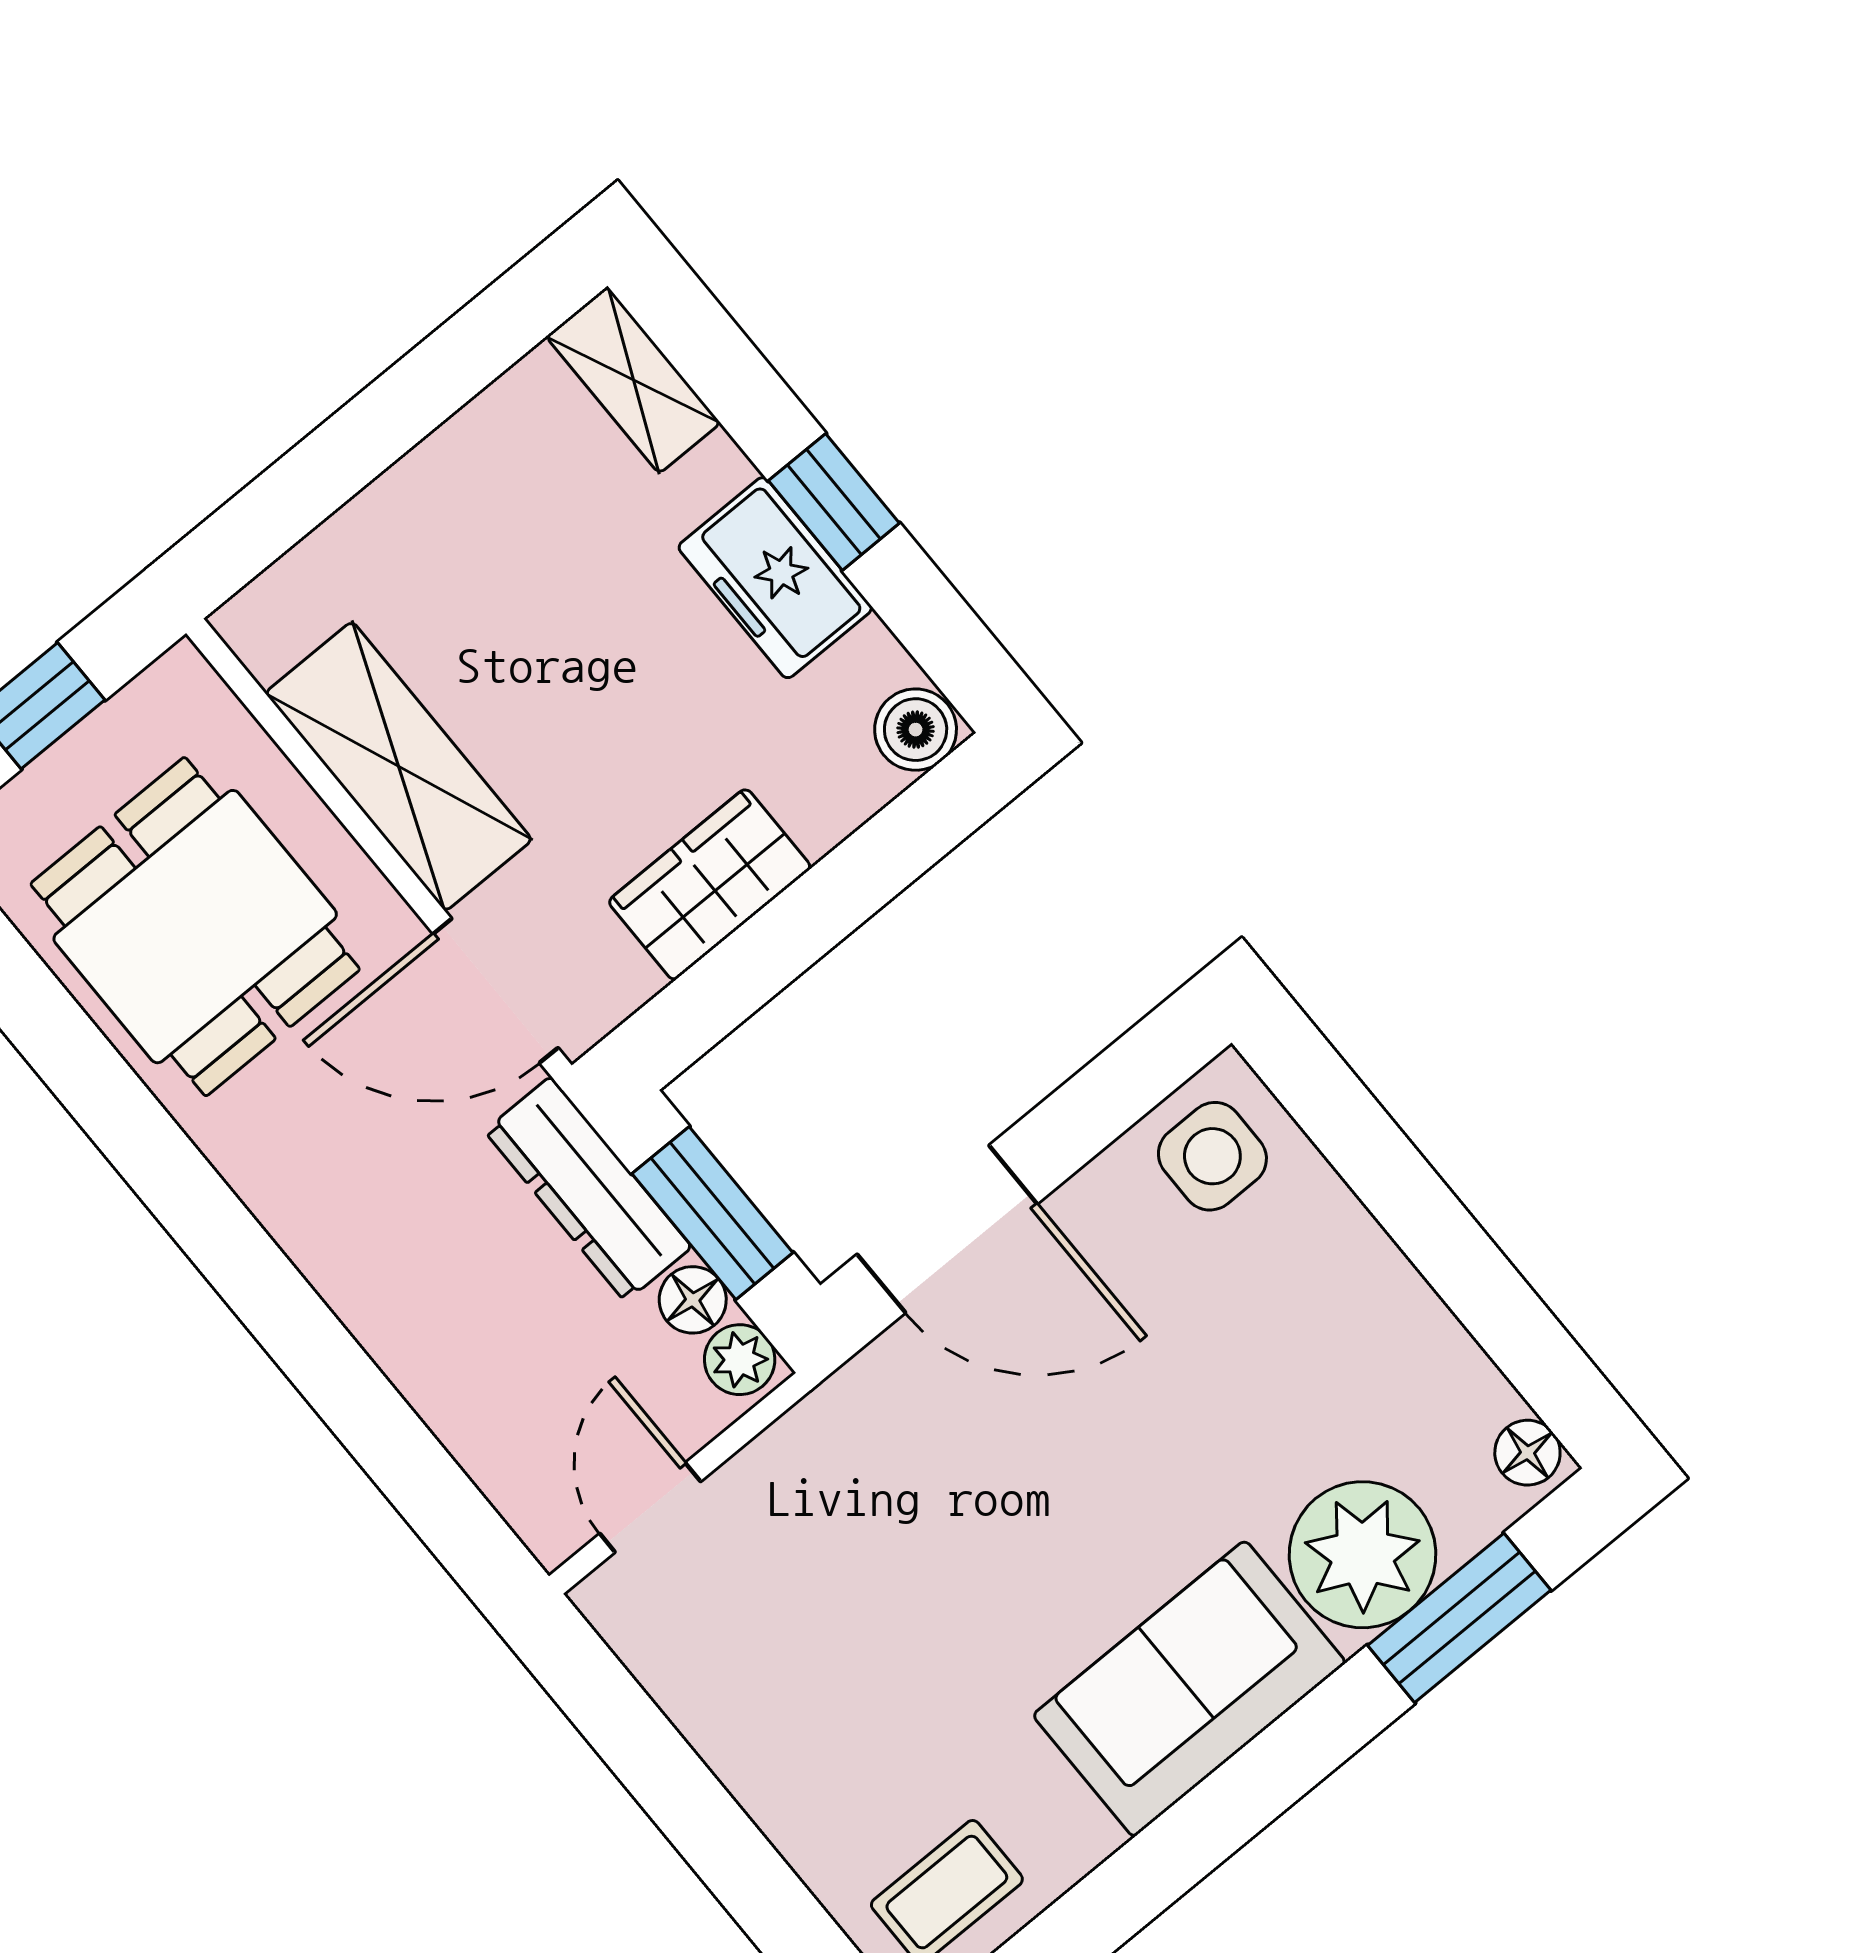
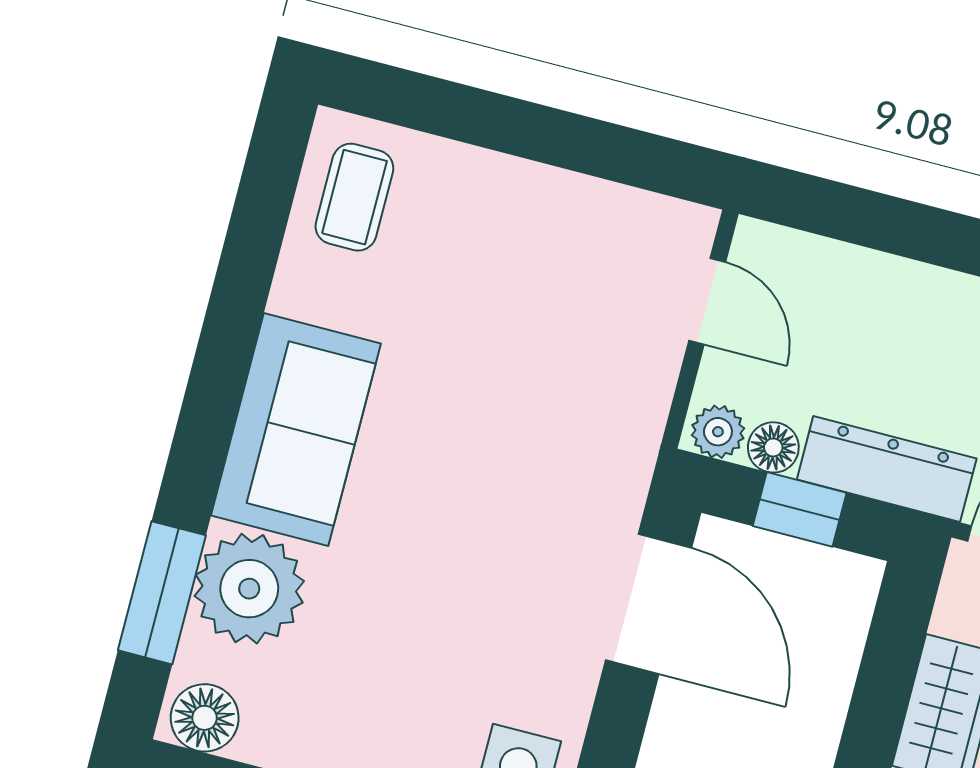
window: (712, 1213) -> (800, 509), width x0.67
door: (947, 1229) -> (649, 604), swing flipped
floor lamp: (1527, 1453) -> (205, 718), width x1.37, depth x1.37

